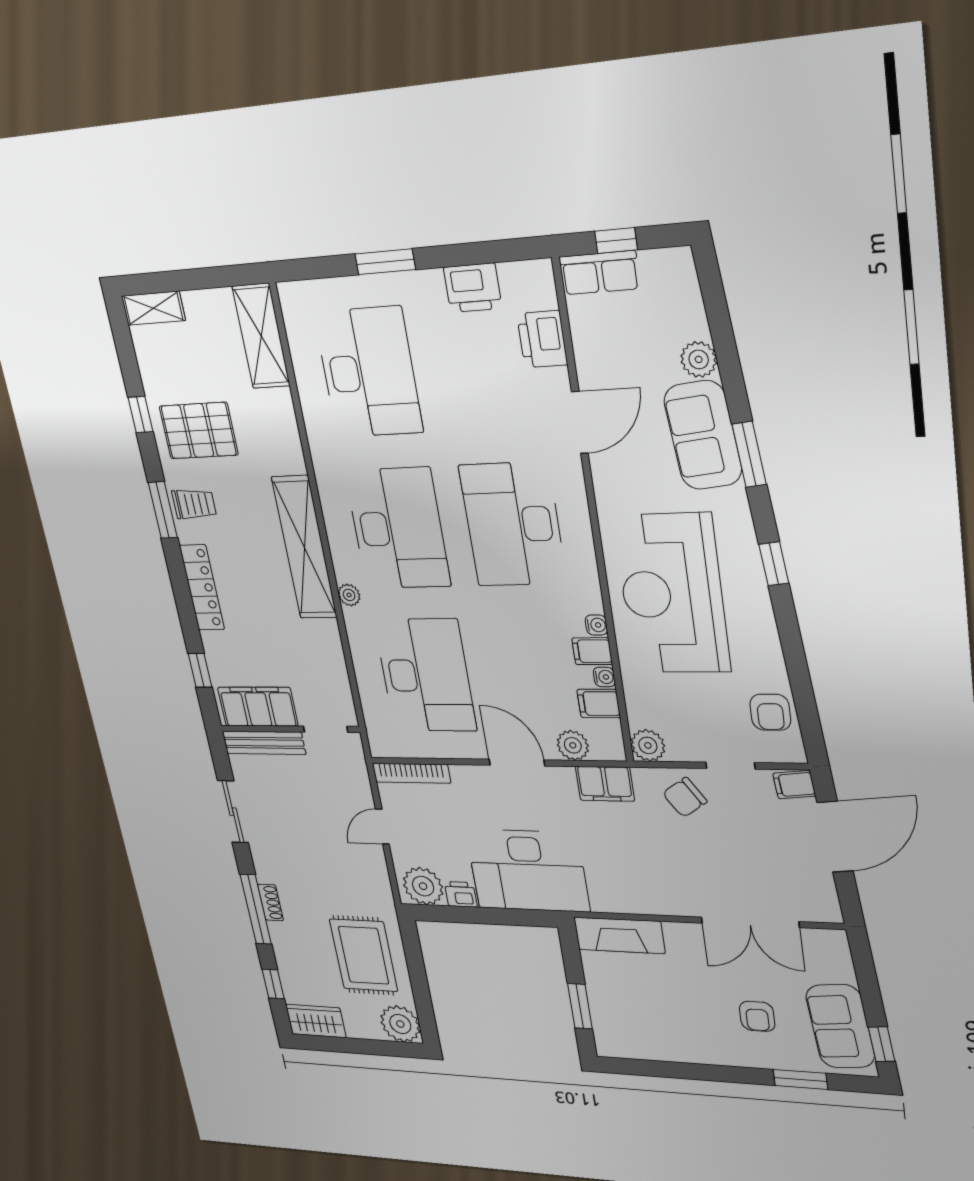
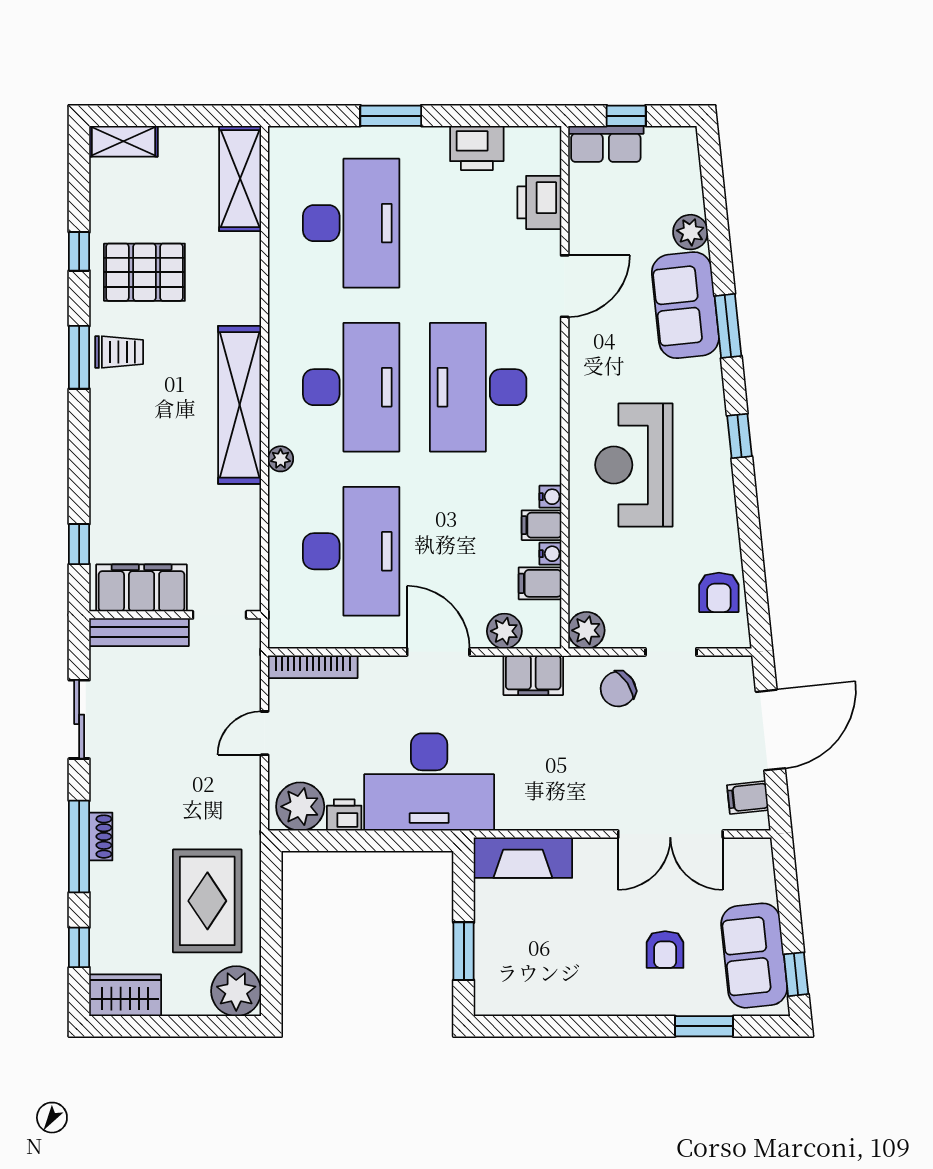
locker: (202, 588) -> (106, 447), removed
reception desk: (672, 594) -> (634, 465), width x0.74, depth x0.77
filing cabinet: (794, 785) -> (748, 798), moved

